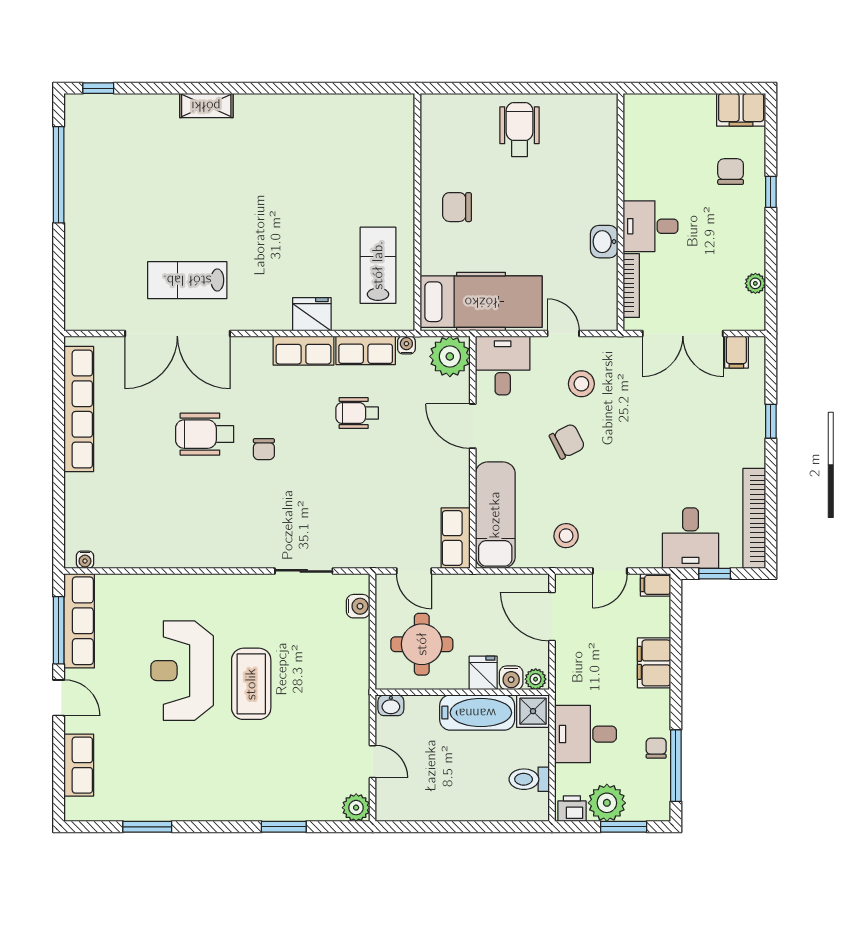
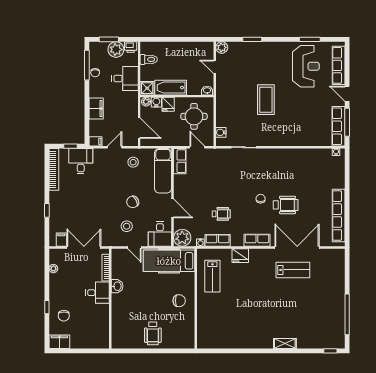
row of seats: (303, 351) -> (257, 240), moved
reception desk: (182, 671) -> (306, 66), moved
row of seats: (79, 765) -> (339, 65), width x1.48

